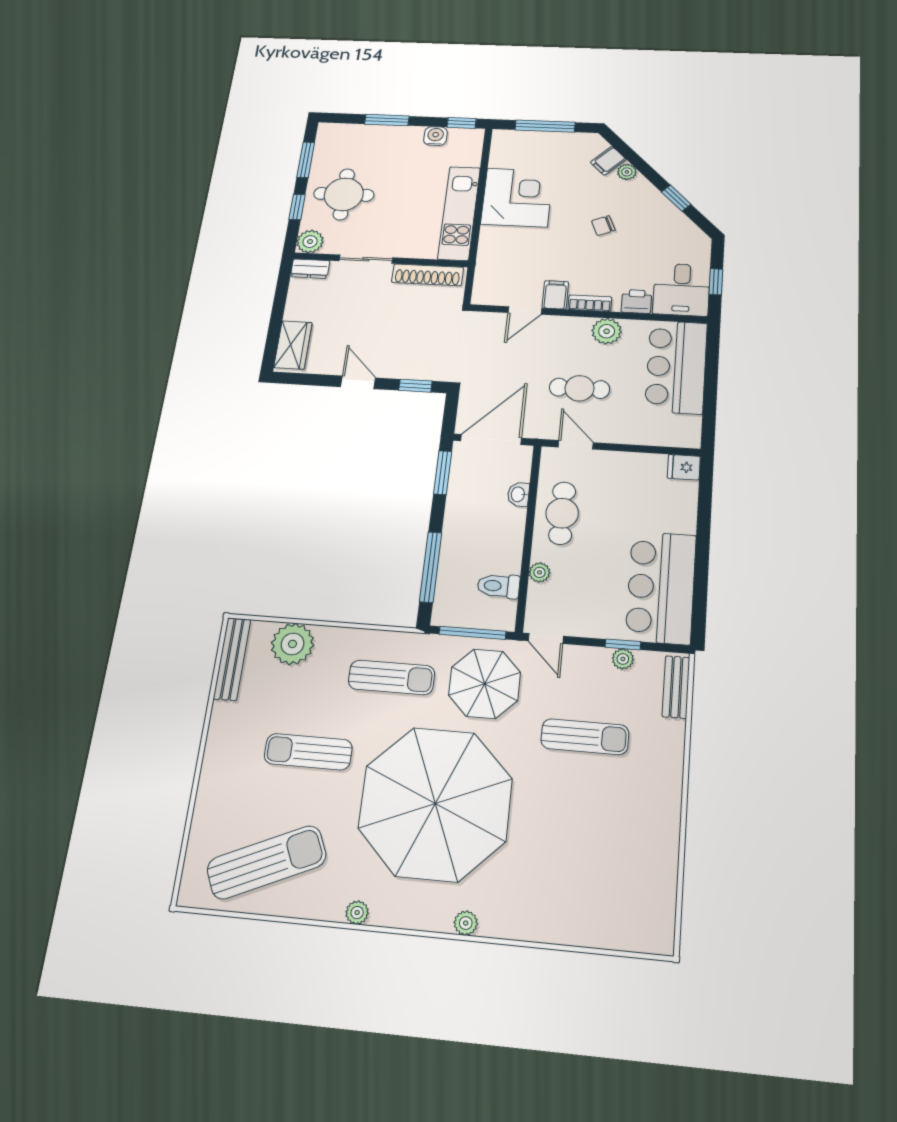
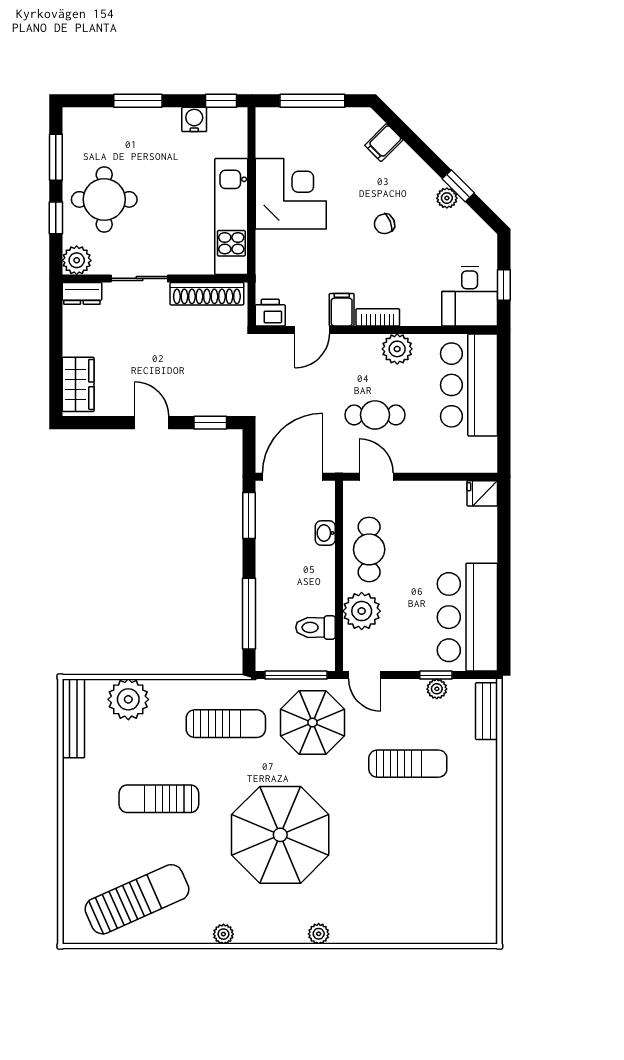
plant: (627, 172) -> (447, 198), moved
printer: (636, 301) -> (270, 313), moved
plant: (540, 572) -> (362, 611), width x1.88, depth x1.88
parasol: (435, 804) -> (280, 835), width x0.73, depth x0.73

